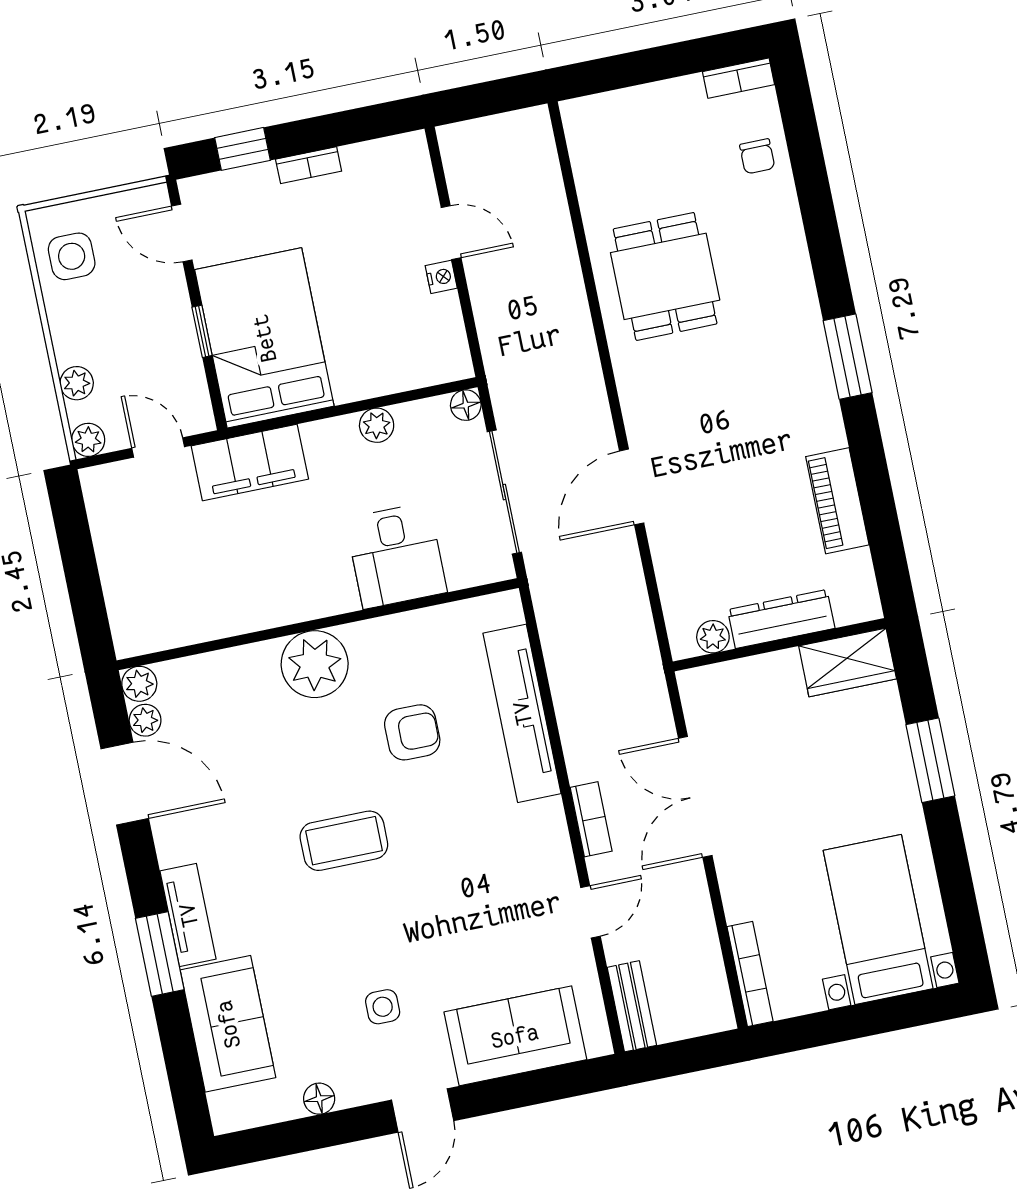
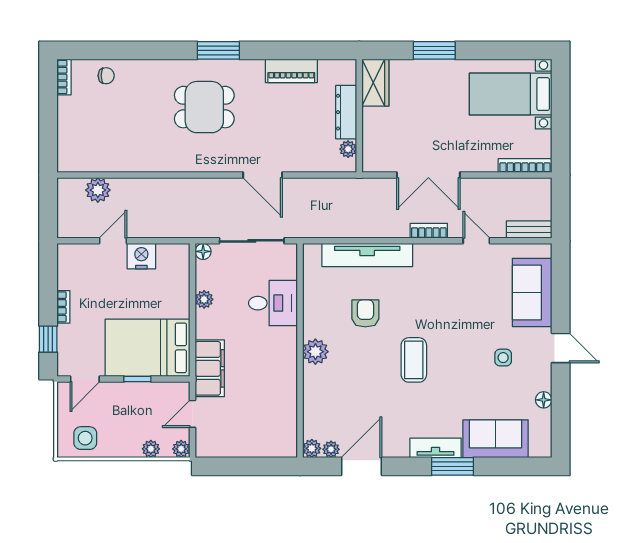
plant: (540, 185) -> (98, 190), added
dining table: (665, 276) -> (204, 107), moved
nightstand: (441, 277) -> (141, 256), width x1.89, depth x1.79
plant: (315, 664) -> (315, 352), width x0.73, depth x0.73

